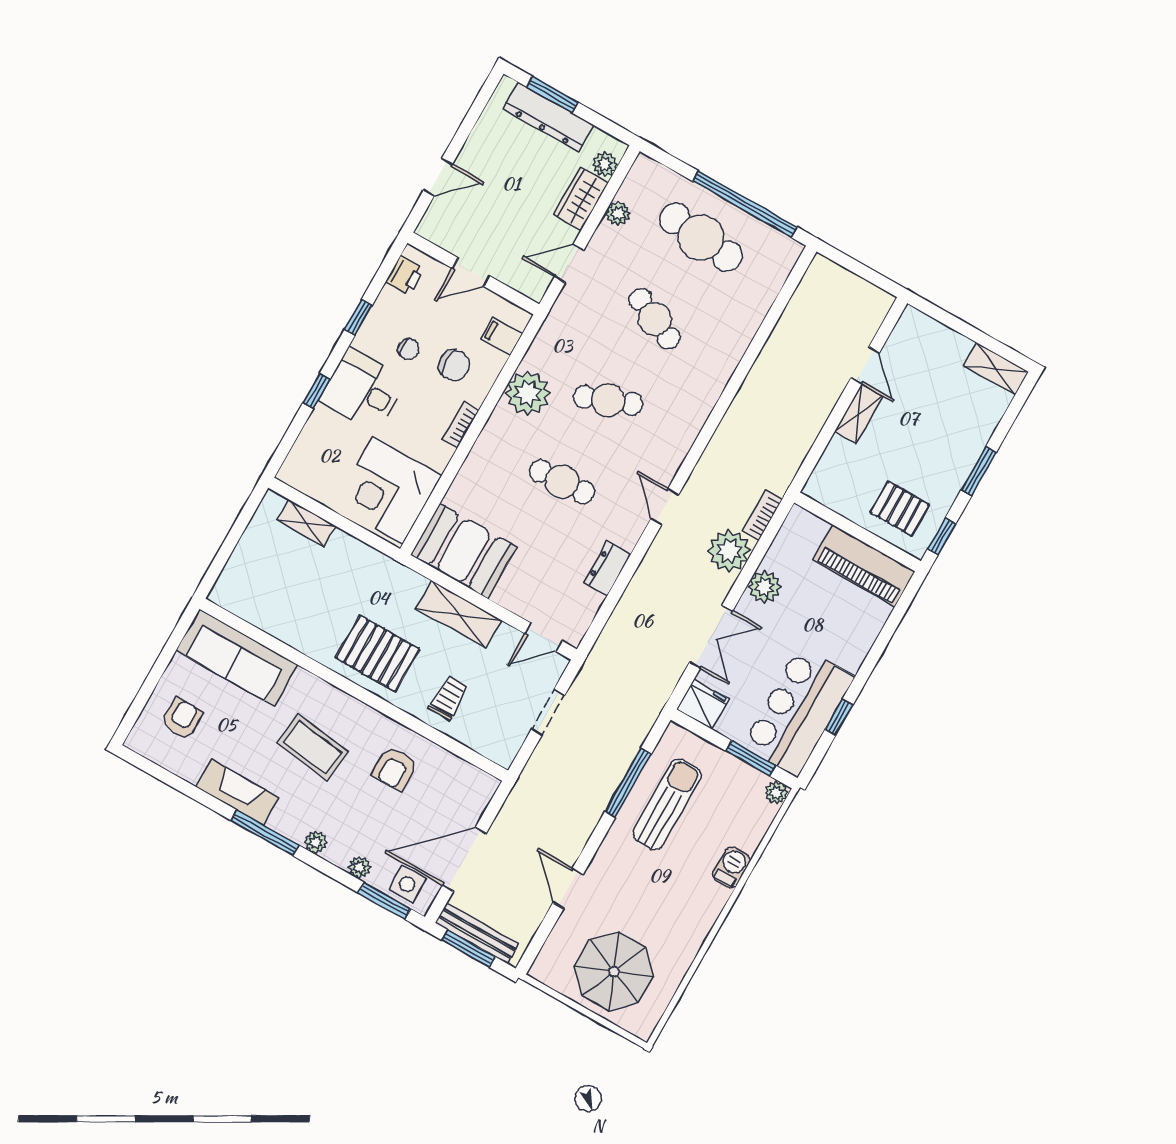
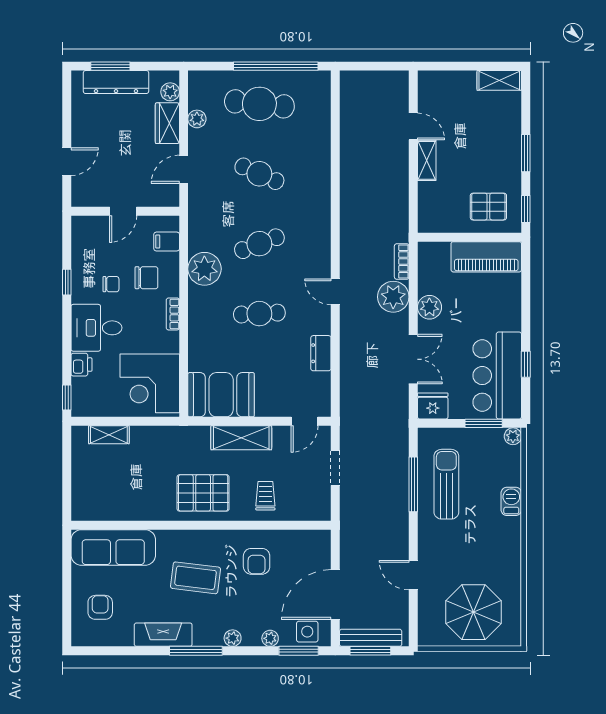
printer: (405, 275) -> (81, 365), moved
window: (316, 391) -> (67, 397), moved

